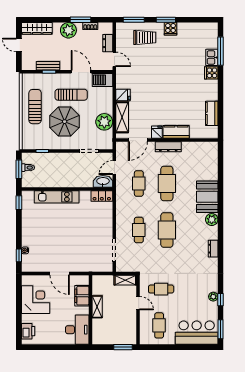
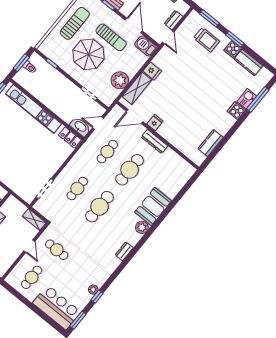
kitchen counter: (176, 132) -> (248, 62), moved, turned 180
kitchen unit: (57, 197) -> (33, 109), width x1.36

